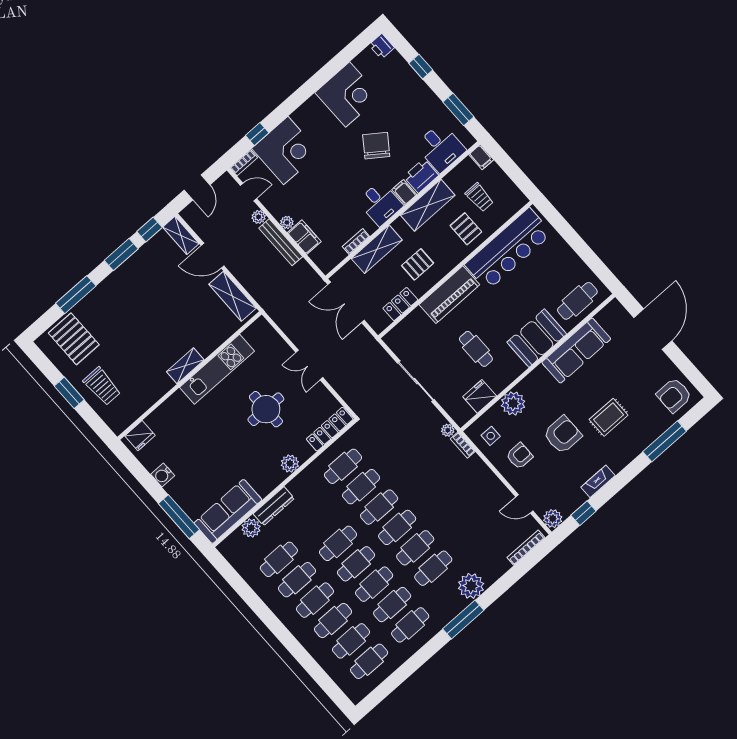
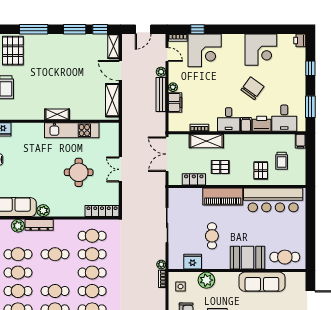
shelving: (428, 205) -> (252, 142), removed
plant: (290, 464) -> (43, 211), moved
cafe table: (338, 543) -> (55, 254), moved

